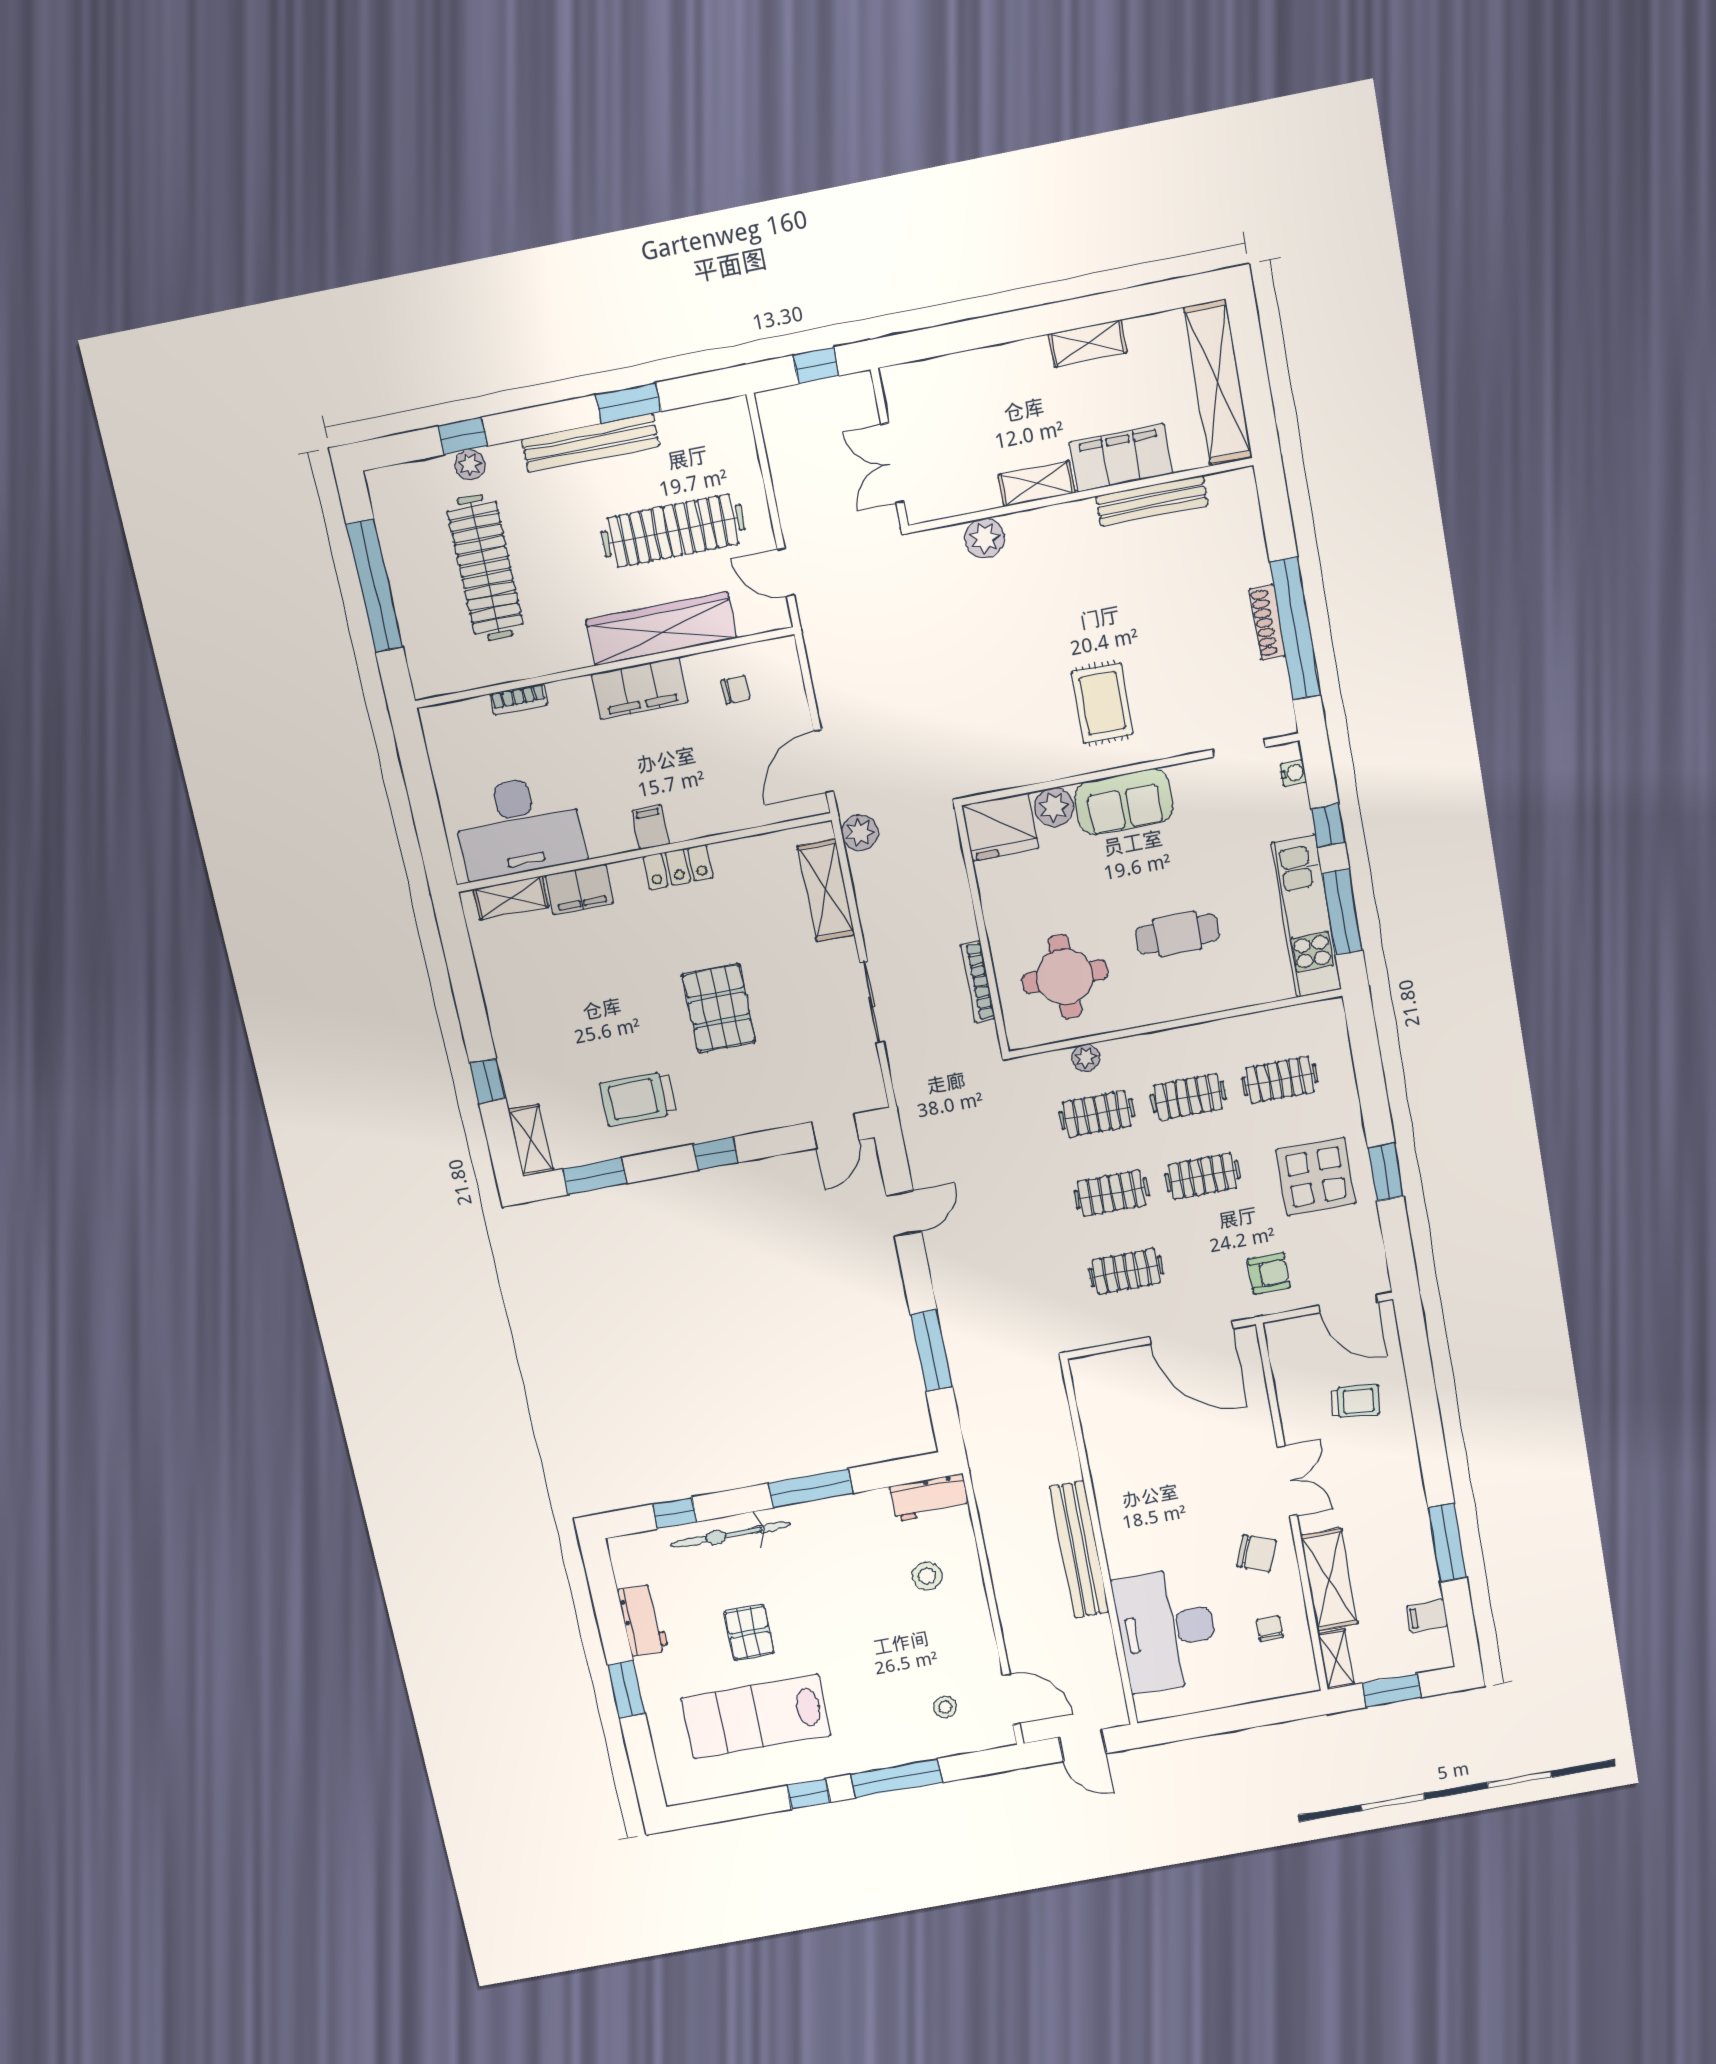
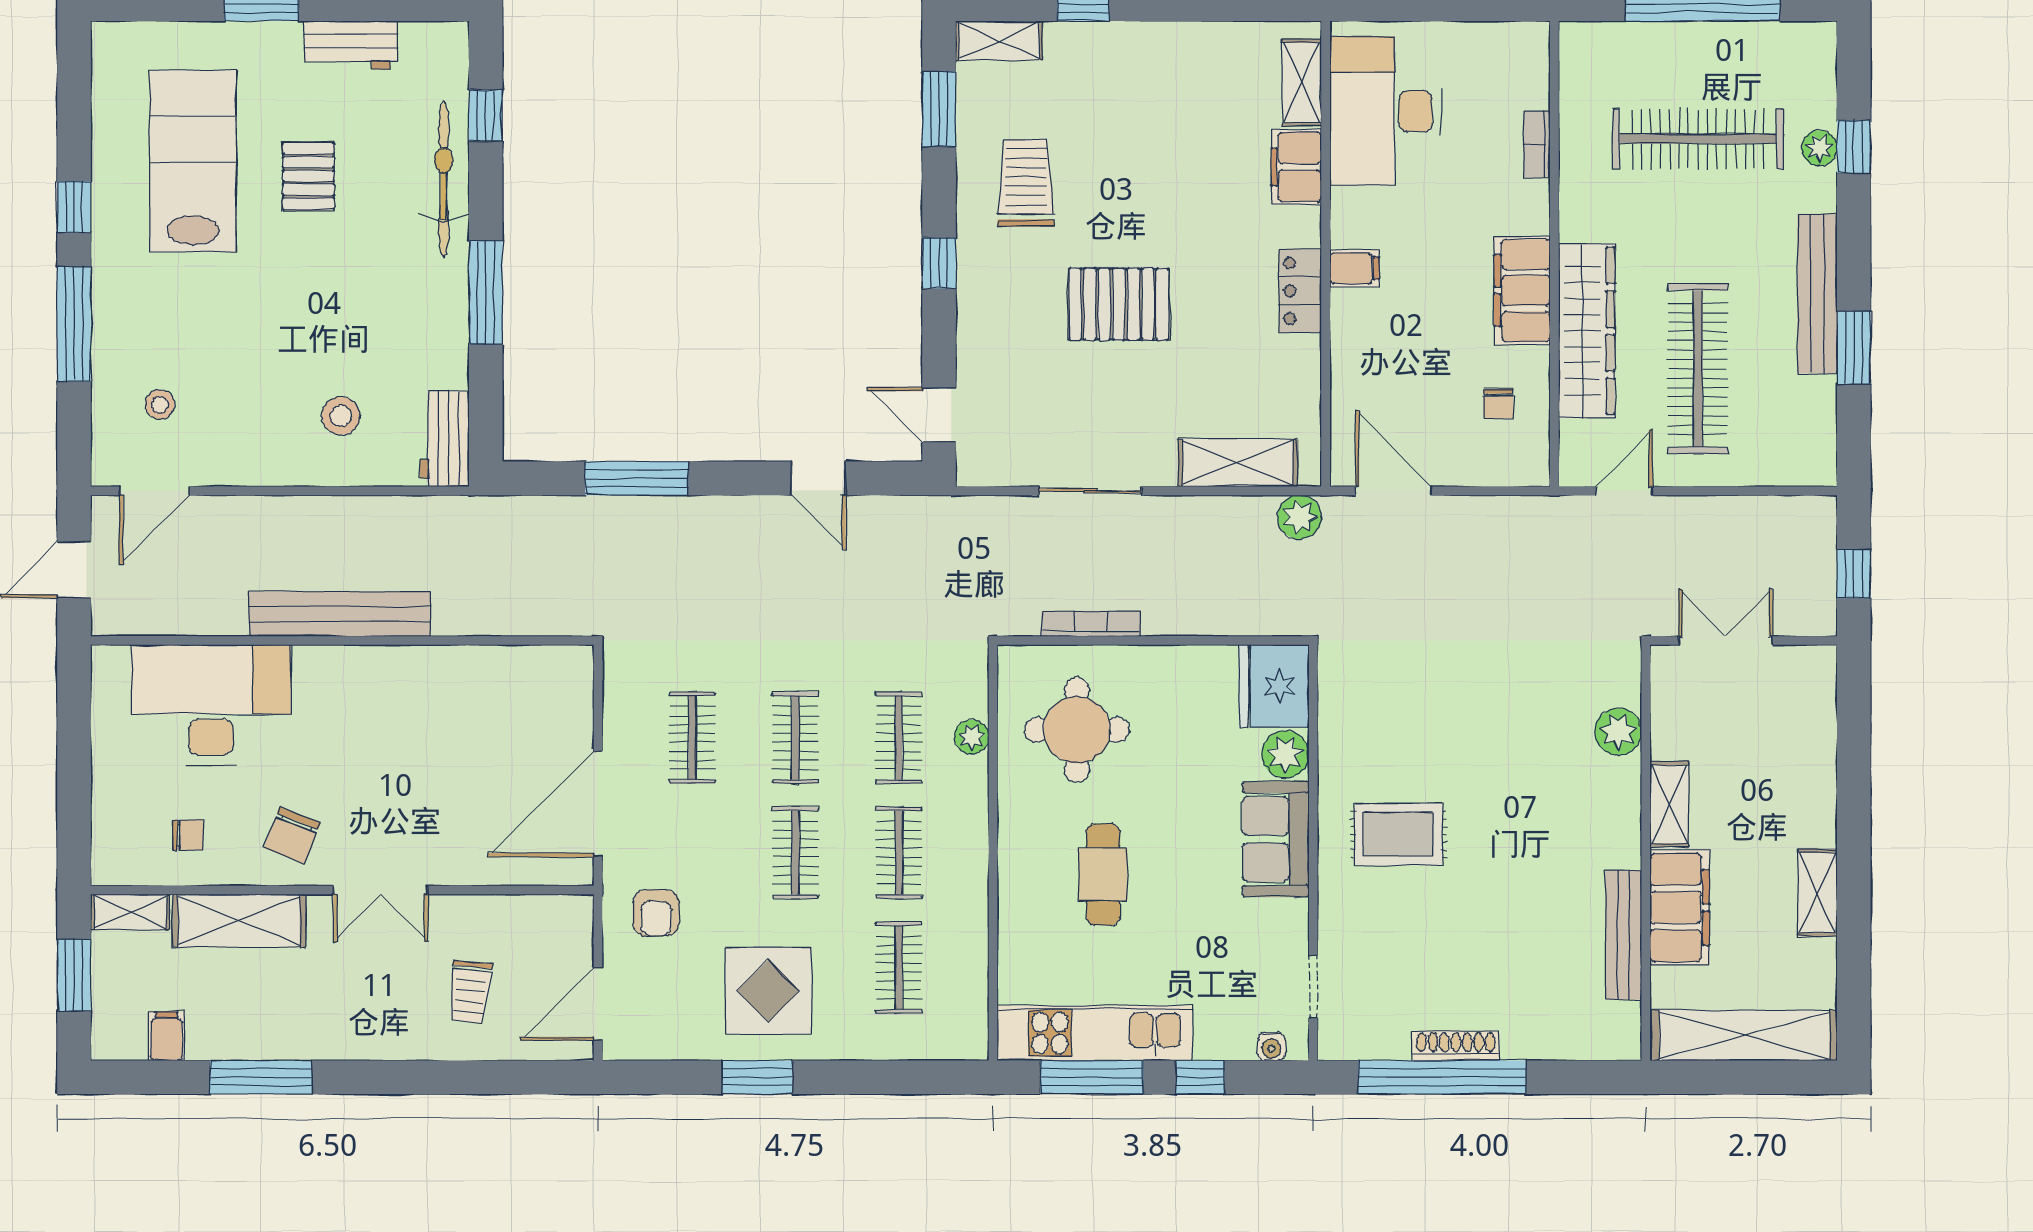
pallet: (749, 1633) -> (308, 176), turned 90

